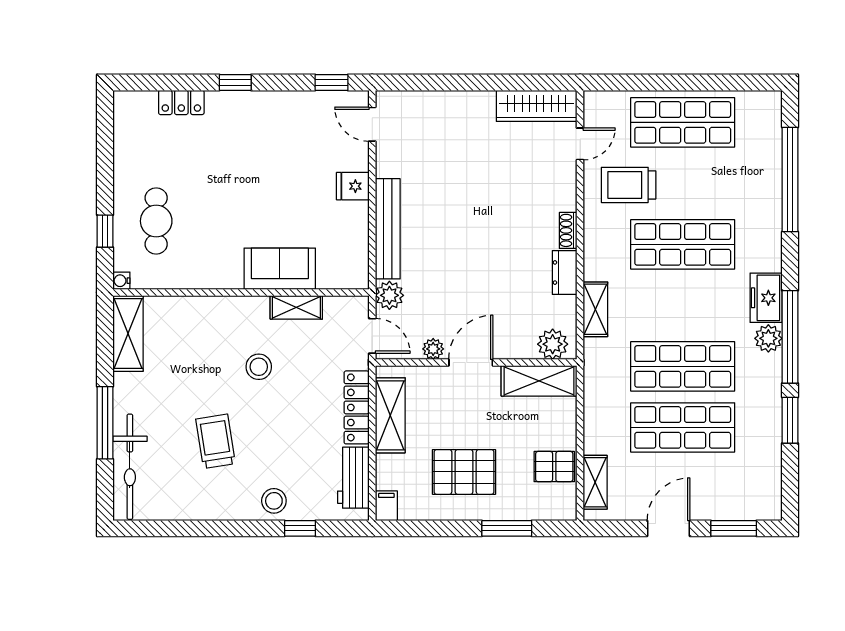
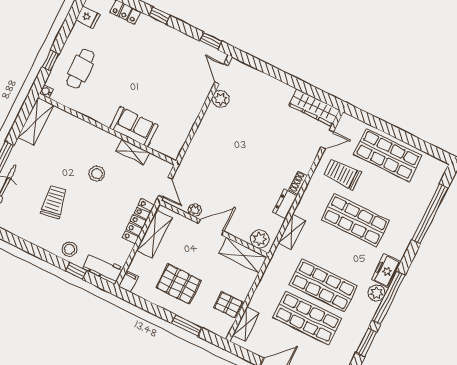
fridge: (353, 186) -> (88, 17), moved, turned 180
bench: (388, 229) -> (202, 134), removed
plant: (389, 295) -> (221, 99), moved
workbench: (353, 478) -> (103, 268), moved, turned 90

